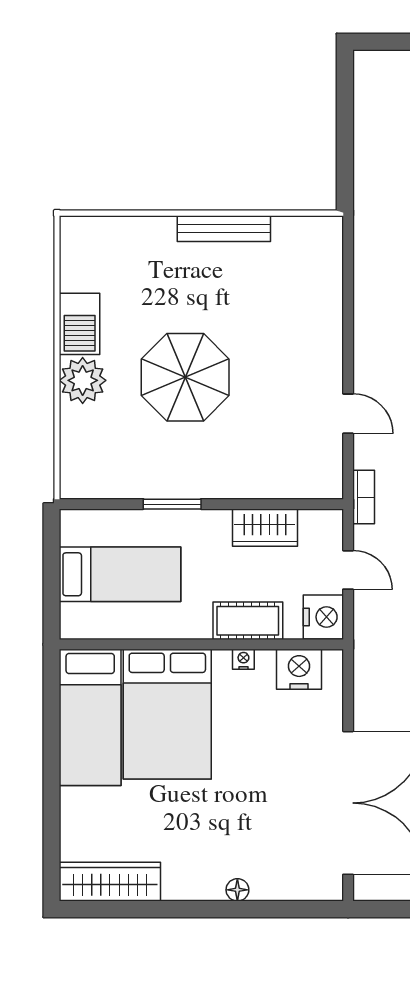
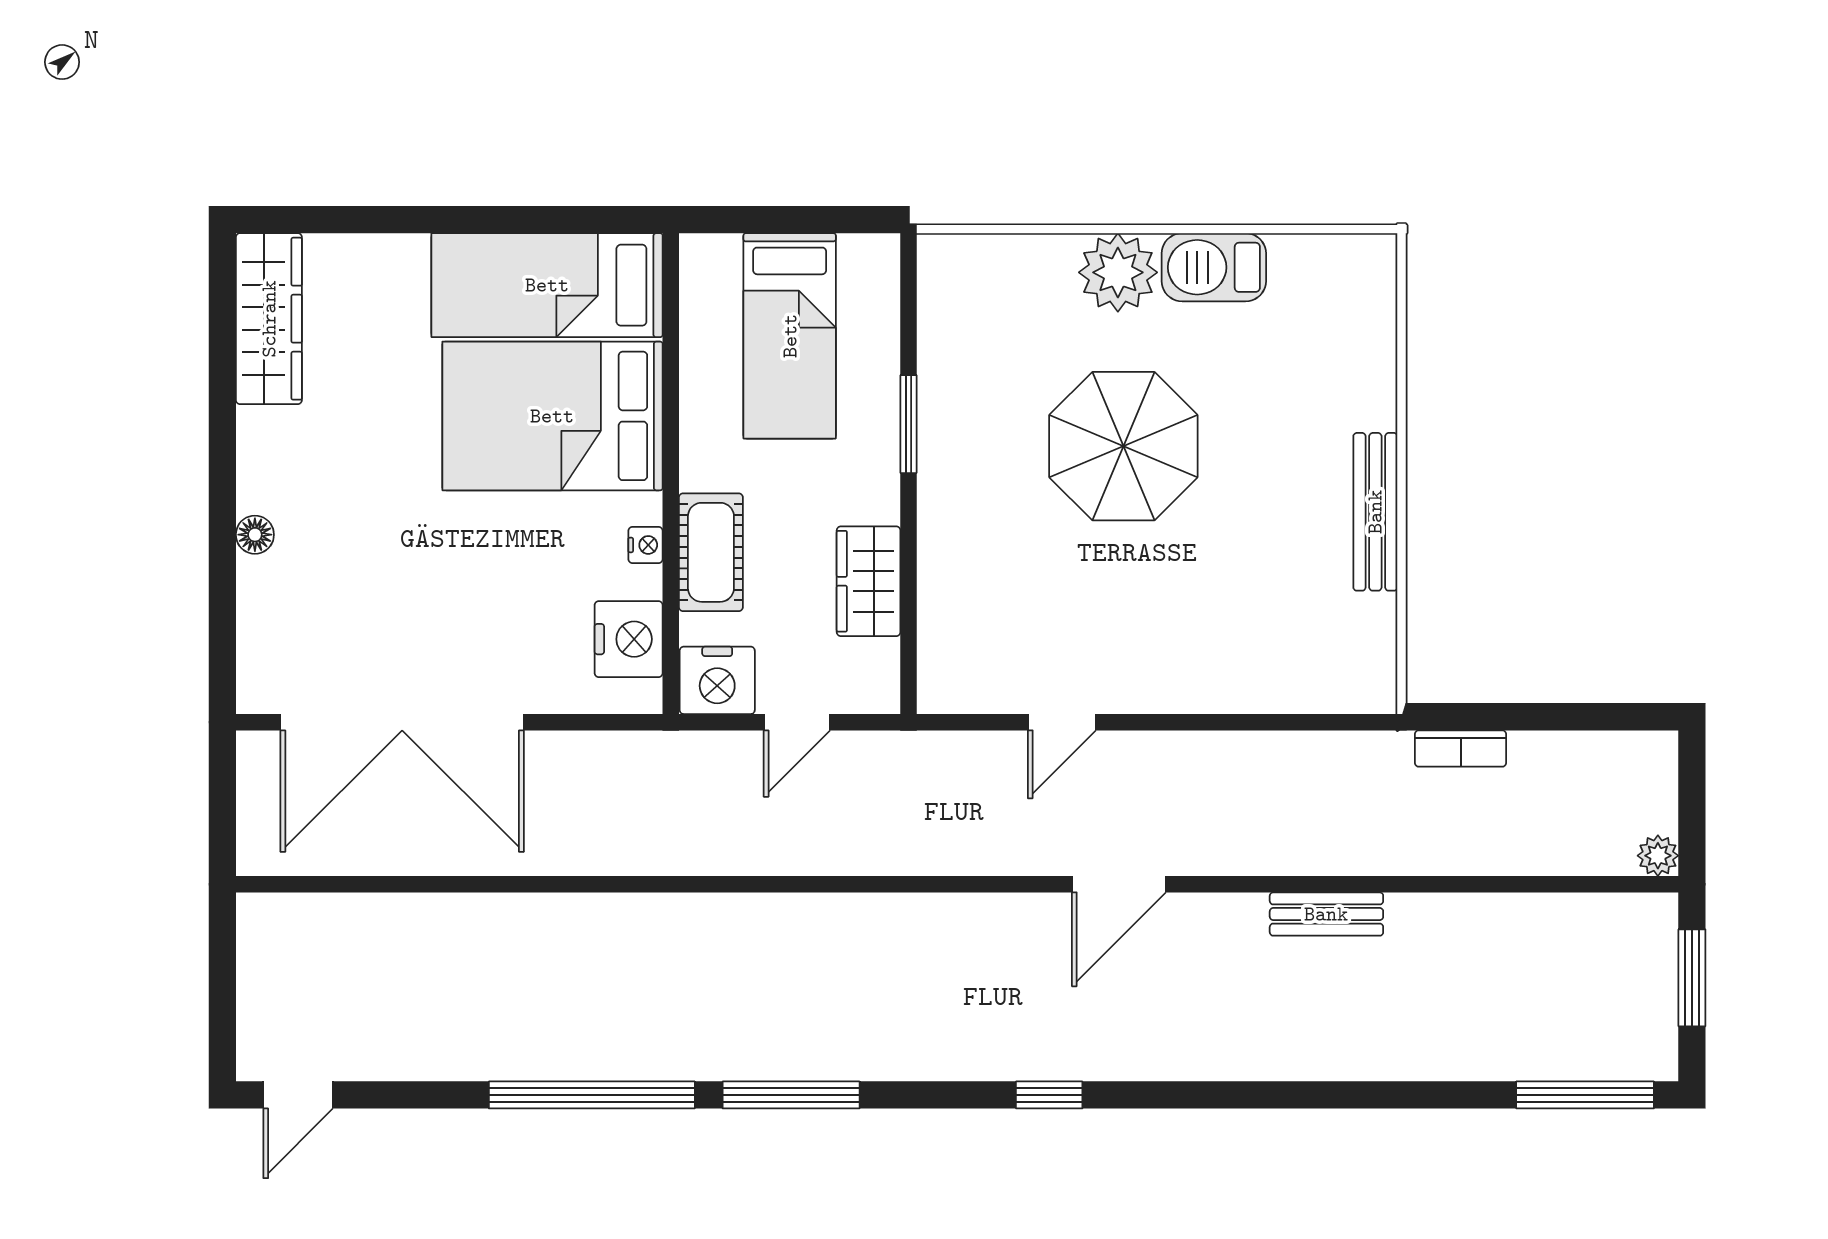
bookcase: (364, 497) -> (1461, 748), moved

